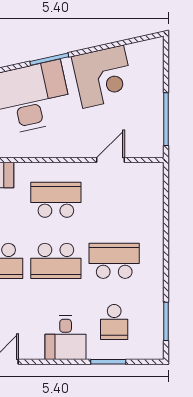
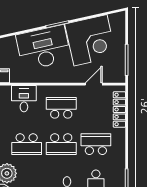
corner desk: (103, 77) -> (91, 40), width x1.36, depth x1.36
locker: (154, 203) -> (119, 109), added

